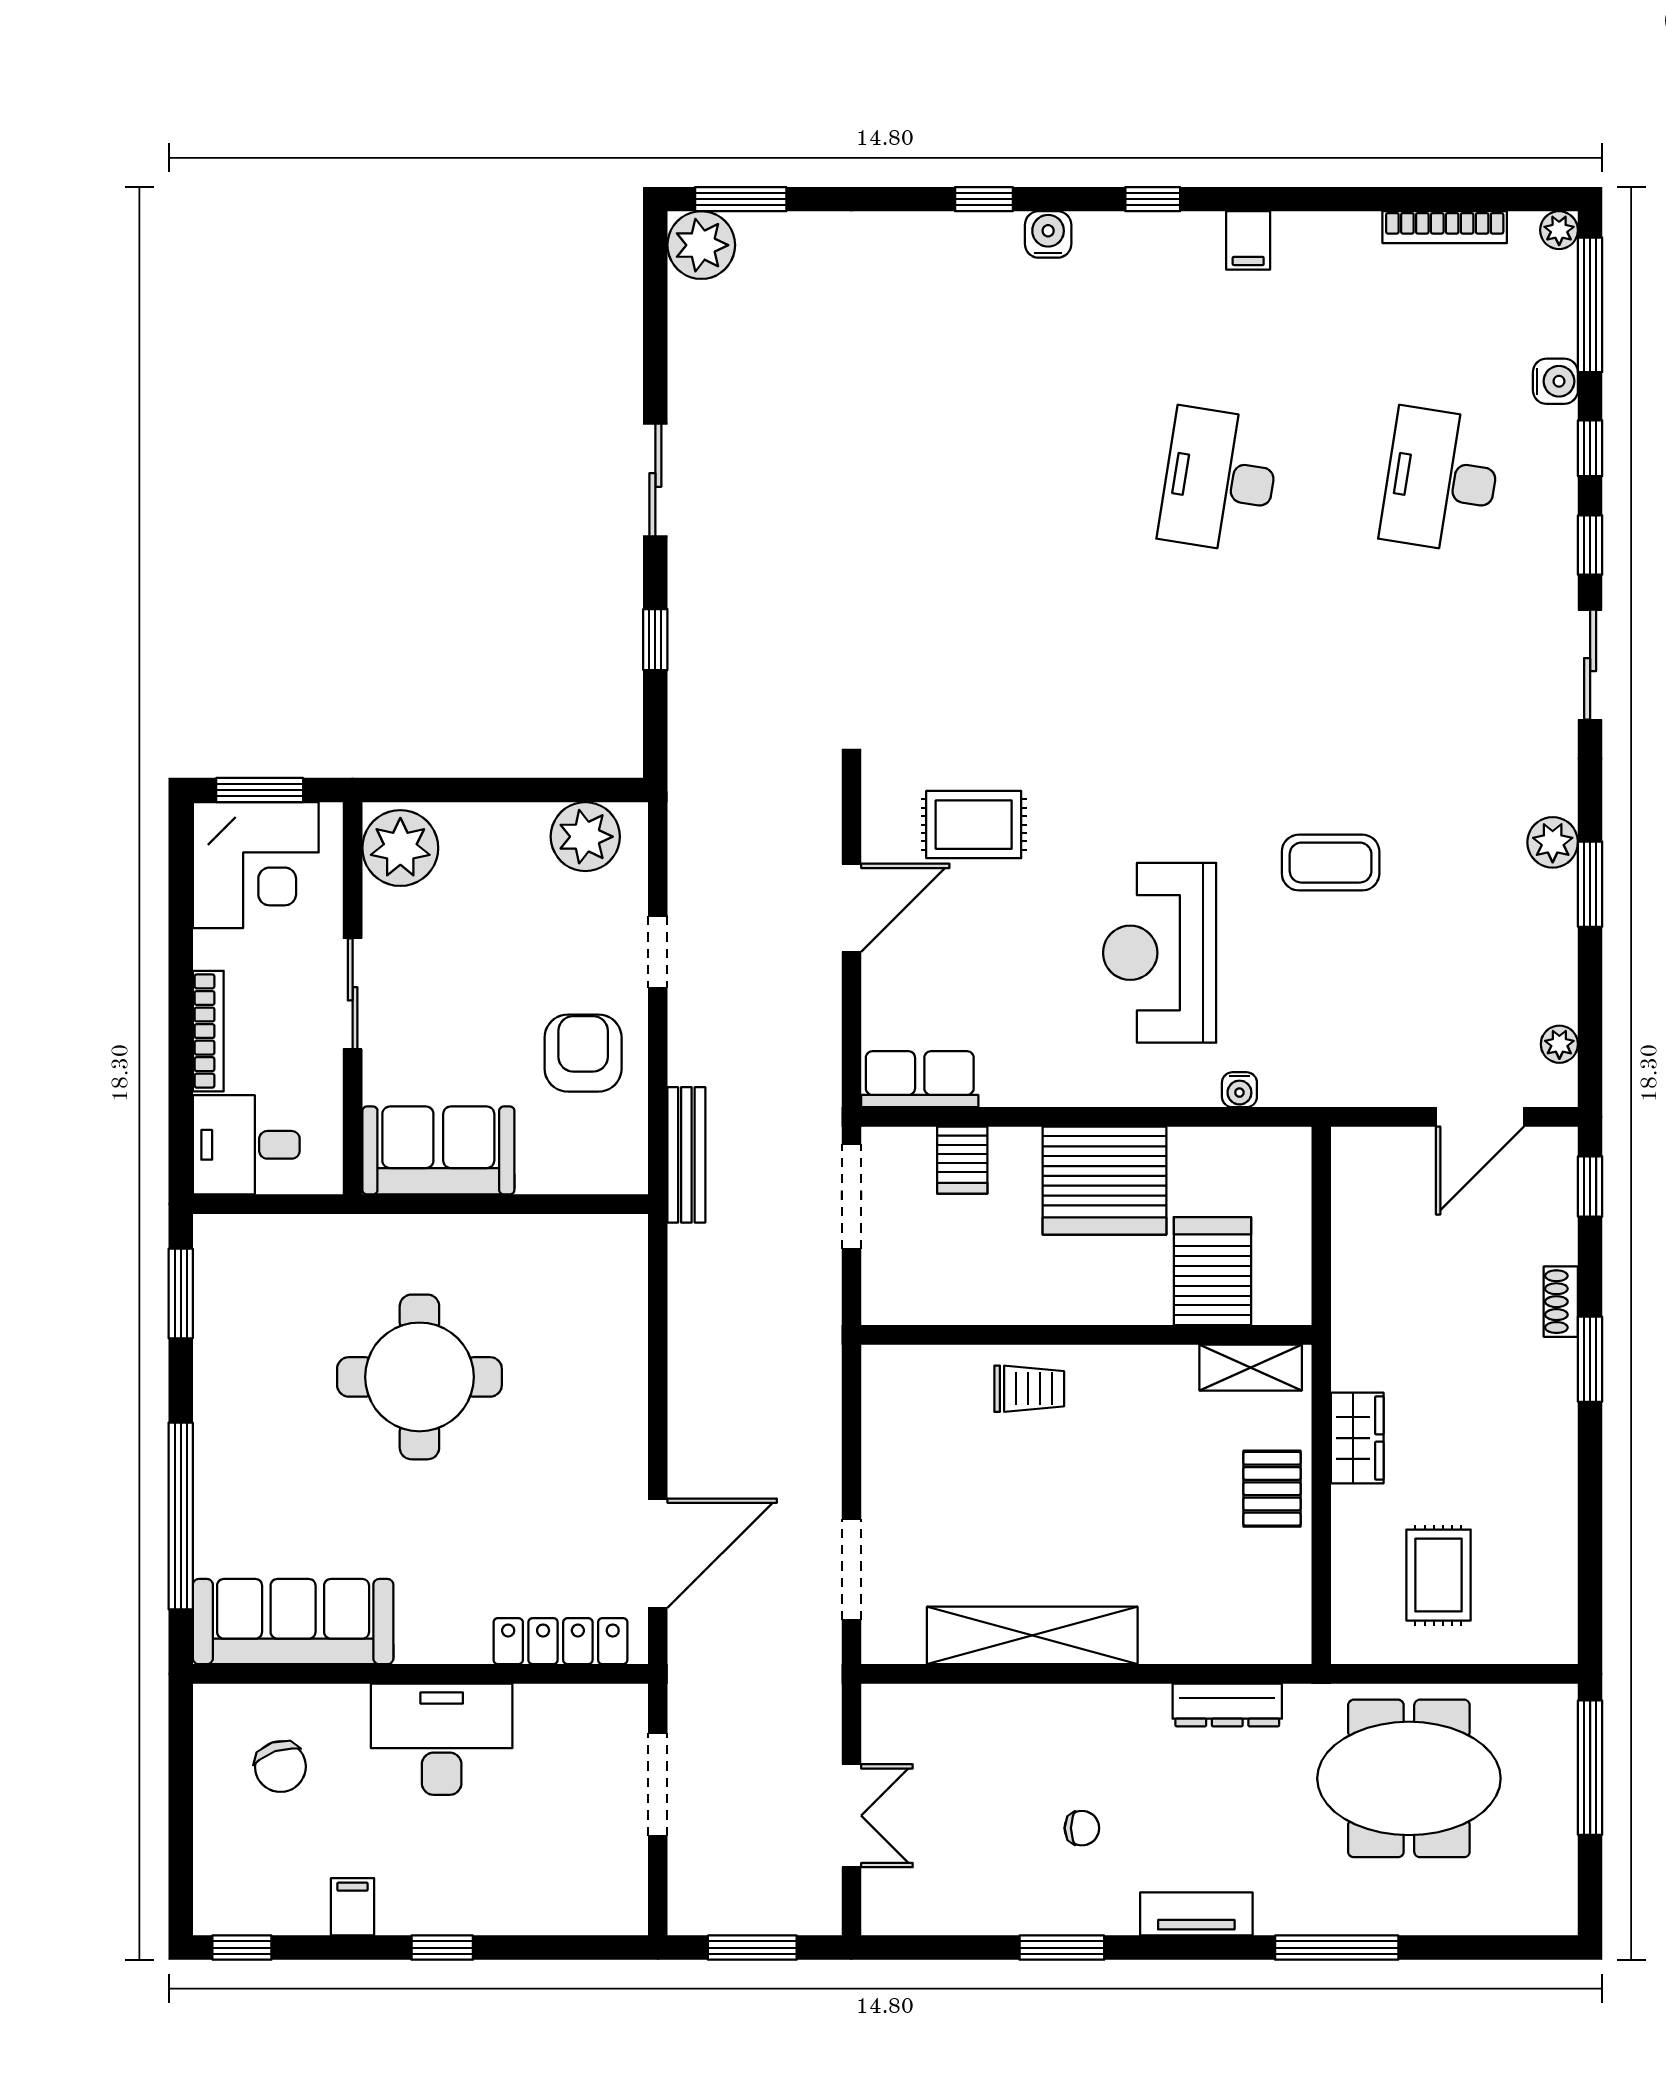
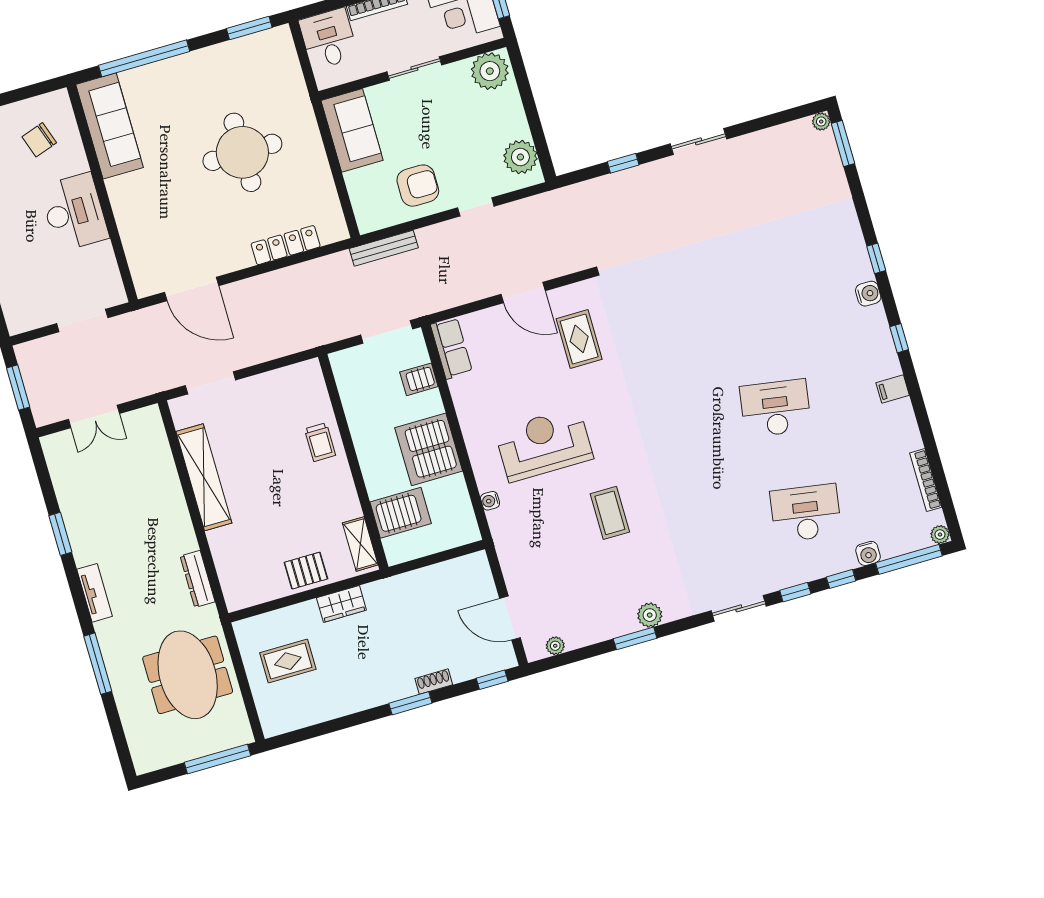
plant: (701, 245) -> (821, 122), width x0.53, depth x0.53
locker: (560, 1641) -> (286, 245), moved, turned -90
chair: (1082, 1828) -> (120, 527), removed

